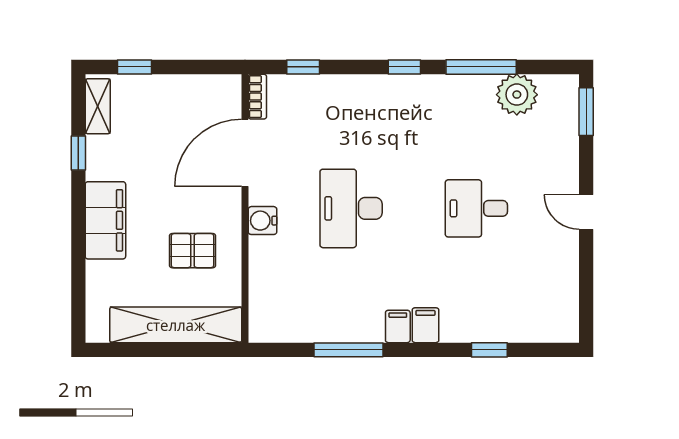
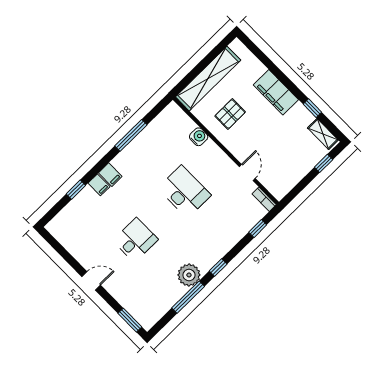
plant: (517, 95) -> (189, 275), moved
door: (245, 153) -> (247, 173), width x0.53
water cooler: (262, 221) -> (199, 137), moved
filing cabinet: (398, 326) -> (99, 185), moved

